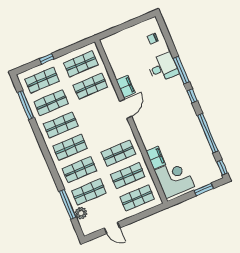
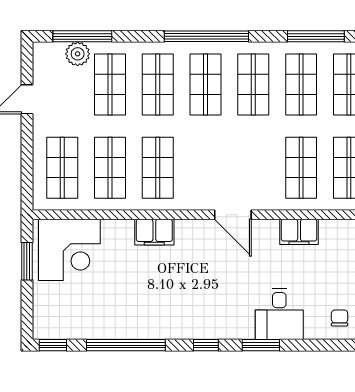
window: (181, 70) -> (261, 345), width x0.69
filing cabinet: (126, 86) -> (299, 232), moved
window: (47, 156) -> (206, 36), added
filing cabinet: (156, 158) -> (154, 232), moved
window: (204, 189) -> (27, 261), moved
window: (68, 204) -> (82, 36), moved

